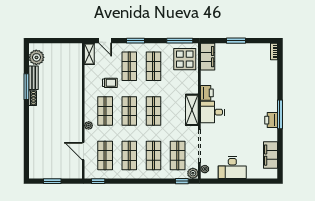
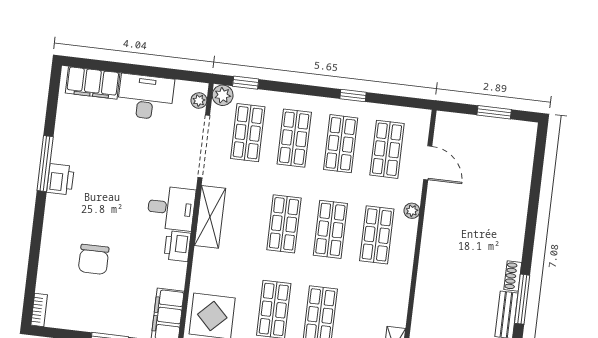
chair: (249, 81) -> (94, 259), added
trolley: (110, 83) -> (361, 288), removed
window: (280, 114) -> (45, 164), moved
filing cabinet: (270, 155) -> (93, 83), moved, turned 90
window: (98, 181) -> (353, 95), moved

